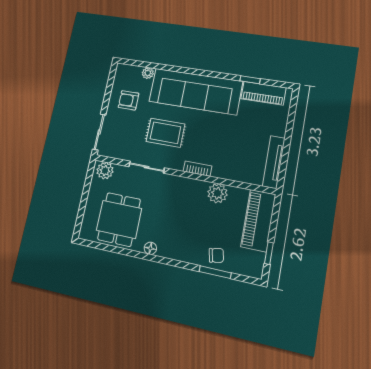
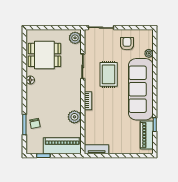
tv unit: (274, 162) -> (97, 149), width x0.71

